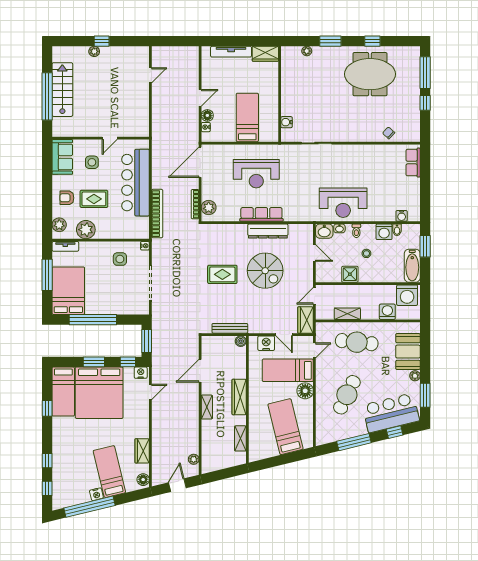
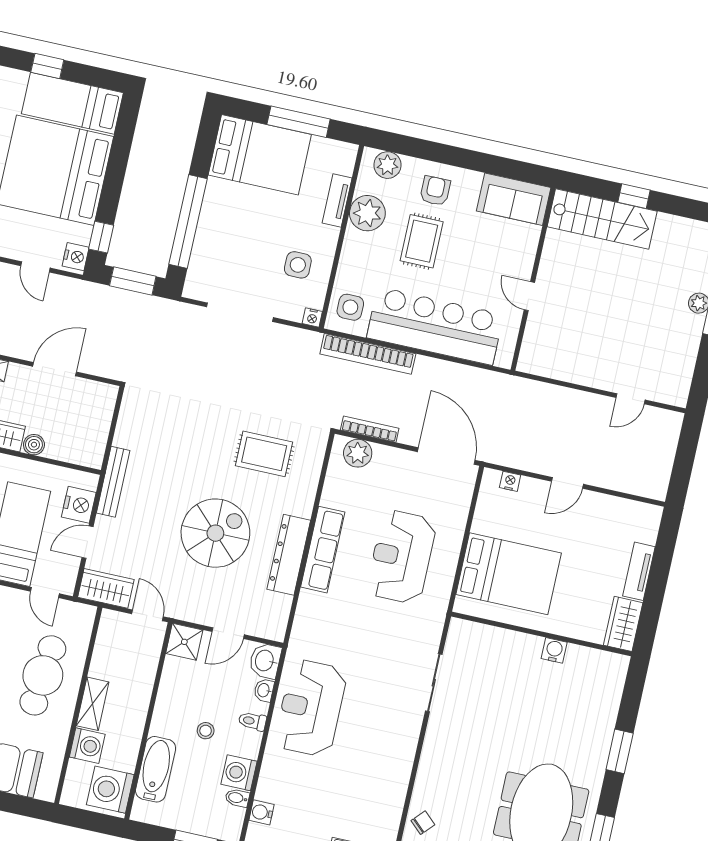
plant: (307, 51) -> (611, 703), removed
tv unit: (231, 52) -> (639, 571), width x0.71
door: (150, 75) -> (630, 399), hinge flipped
stairs: (62, 90) -> (602, 219), moved
window: (47, 96) -> (634, 196), width x0.32
door: (200, 98) -> (567, 483), hinge flipped
floor lamp: (207, 115) -> (531, 489), removed
bed: (247, 117) -> (509, 574), width x1.50
water cooler: (287, 122) -> (554, 650), moved
side table: (92, 162) -> (350, 307), moved
tv unit: (65, 246) -> (337, 200), moved
bathtub: (412, 266) -> (156, 769), moved, turned 90
spiral stairs: (265, 271) -> (215, 533), turned 180
rug: (222, 274) -> (264, 454), moved, turned 90
shower: (350, 274) -> (184, 642), moved
shelving: (347, 314) -> (93, 704), moved
window: (93, 320) -> (188, 222), moved
bench: (230, 328) -> (113, 482), moved
boiler: (241, 341) -> (34, 445), moved
window: (94, 362) -> (115, 173), removed
door: (200, 371) -> (55, 369), hinge flipped

